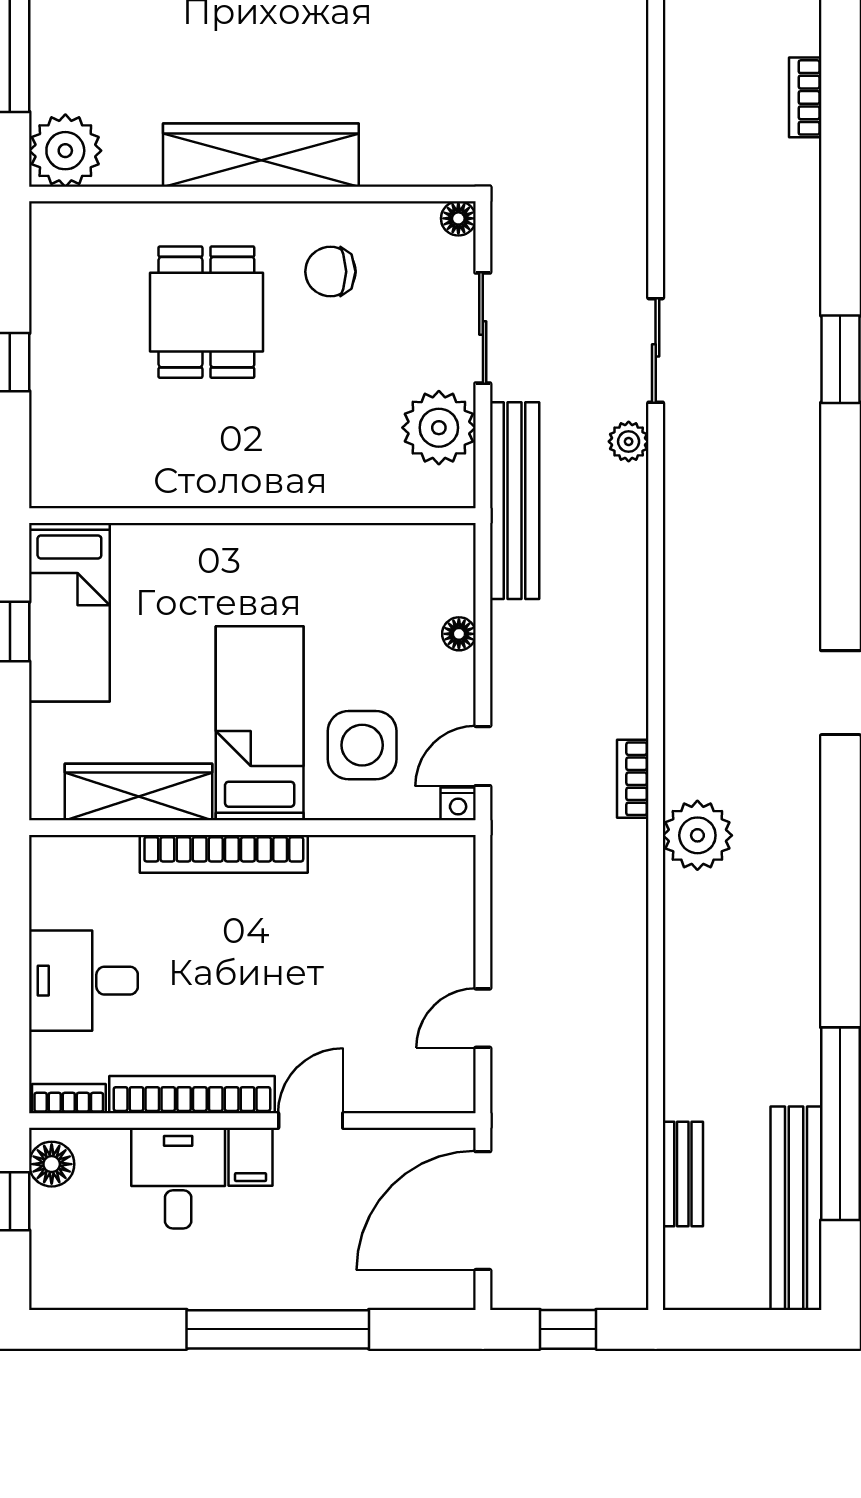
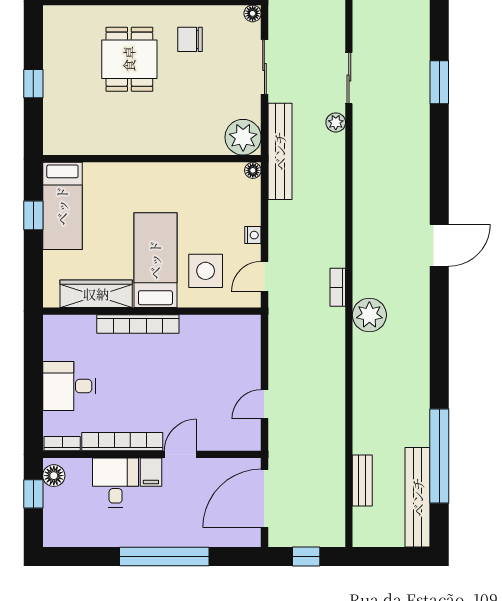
plant: (439, 428) -> (243, 137), moved
floor lamp: (459, 634) -> (253, 170), moved
nightstand: (458, 804) -> (253, 235), moved, turned -90

